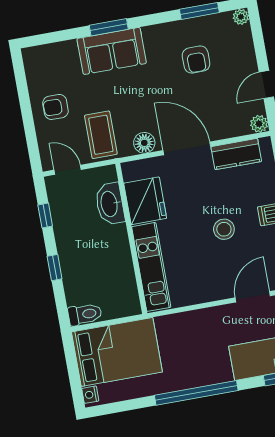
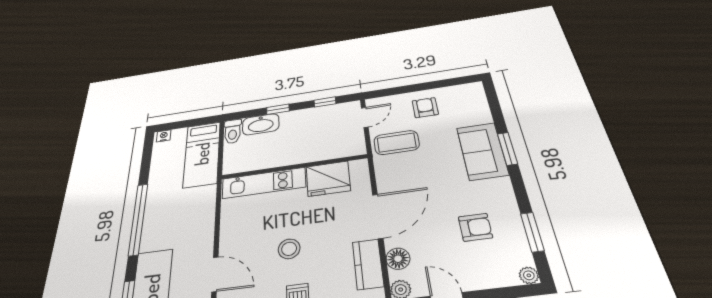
armchair: (196, 60) -> (475, 227), turned 180
floor lamp: (144, 143) -> (398, 259), moved
washbasin: (110, 204) -> (261, 124), moved, turned 180
bed: (117, 352) -> (202, 154), width x0.67

